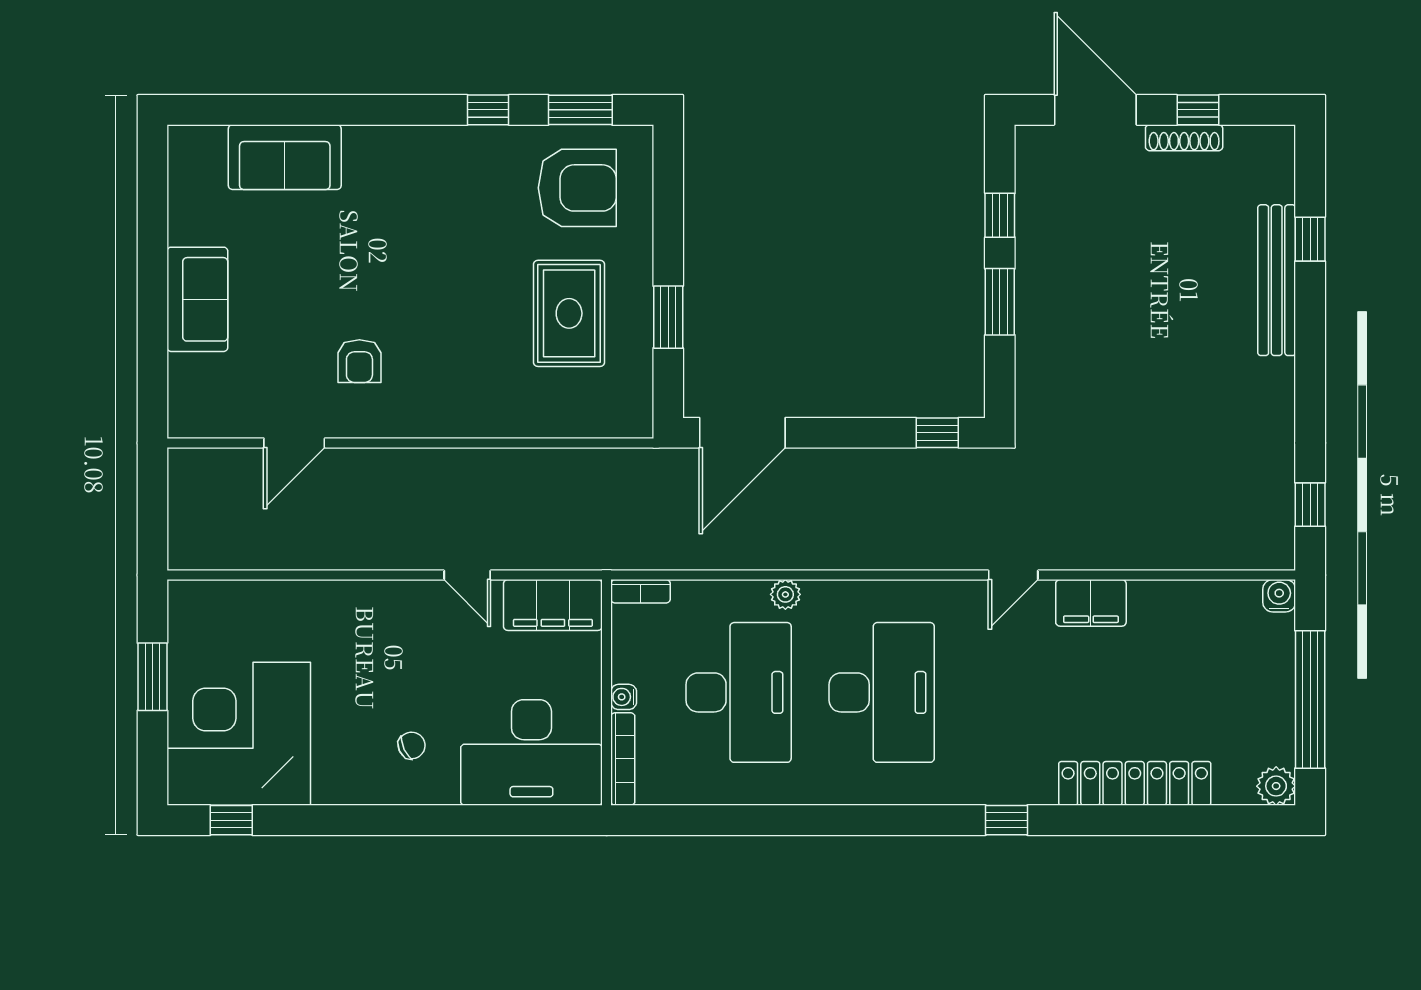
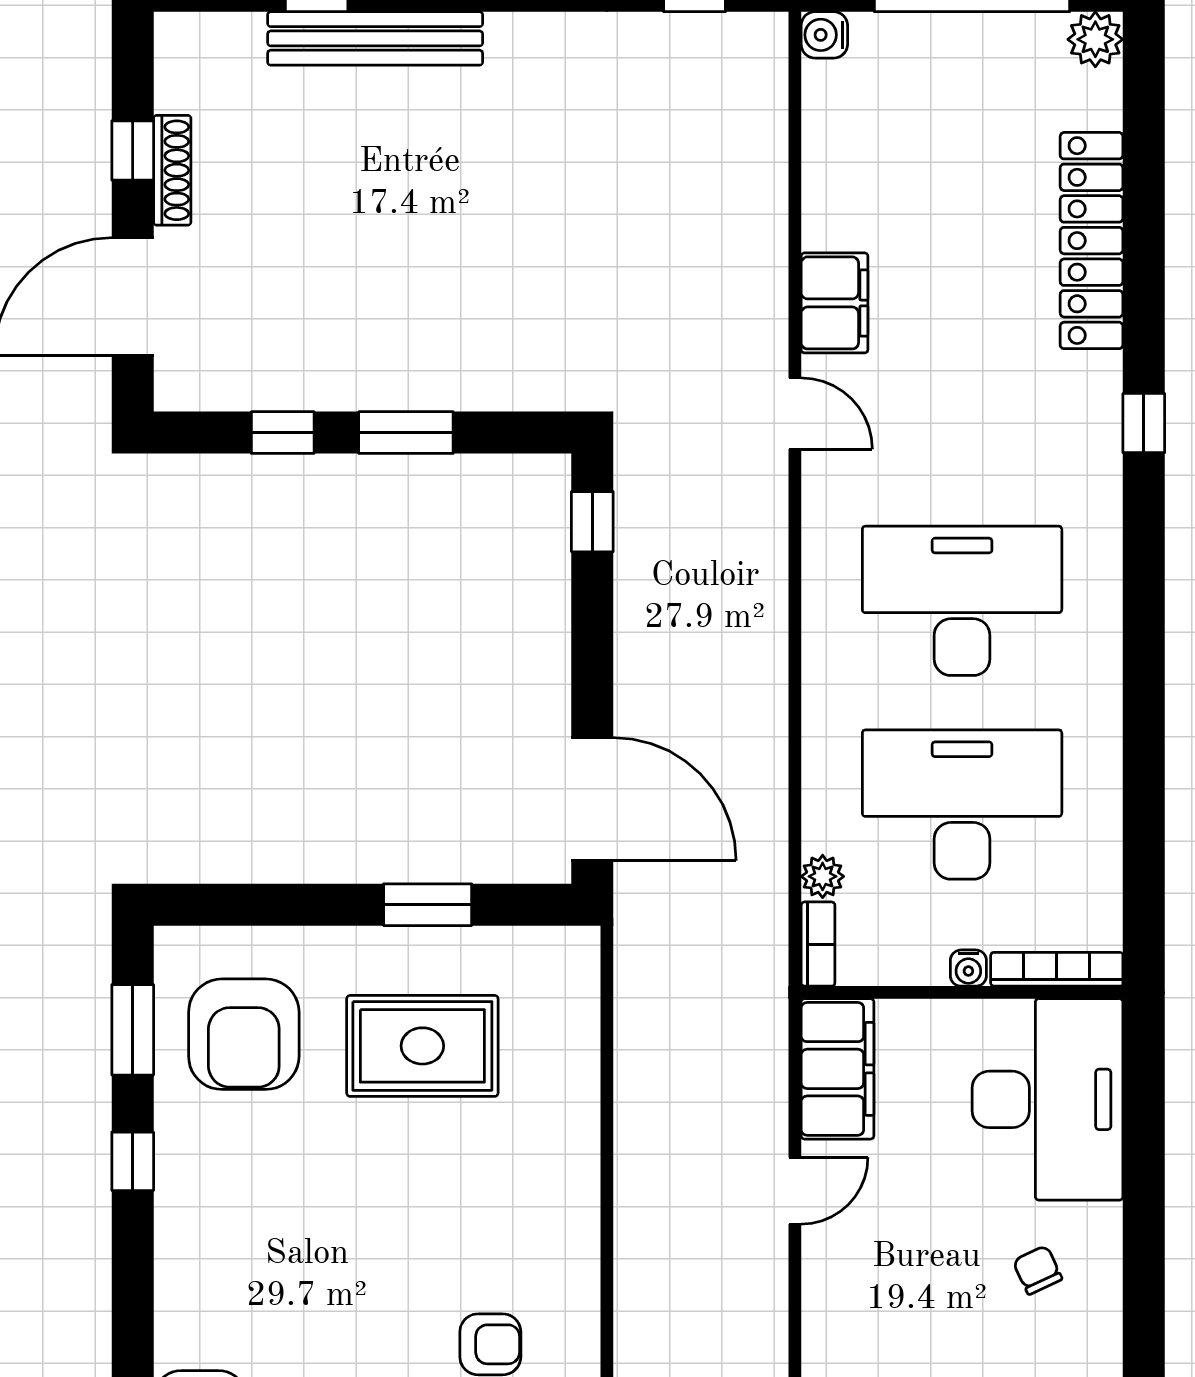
armchair: (577, 188) -> (244, 1034), turned 180
plant: (785, 594) -> (823, 876), moved

